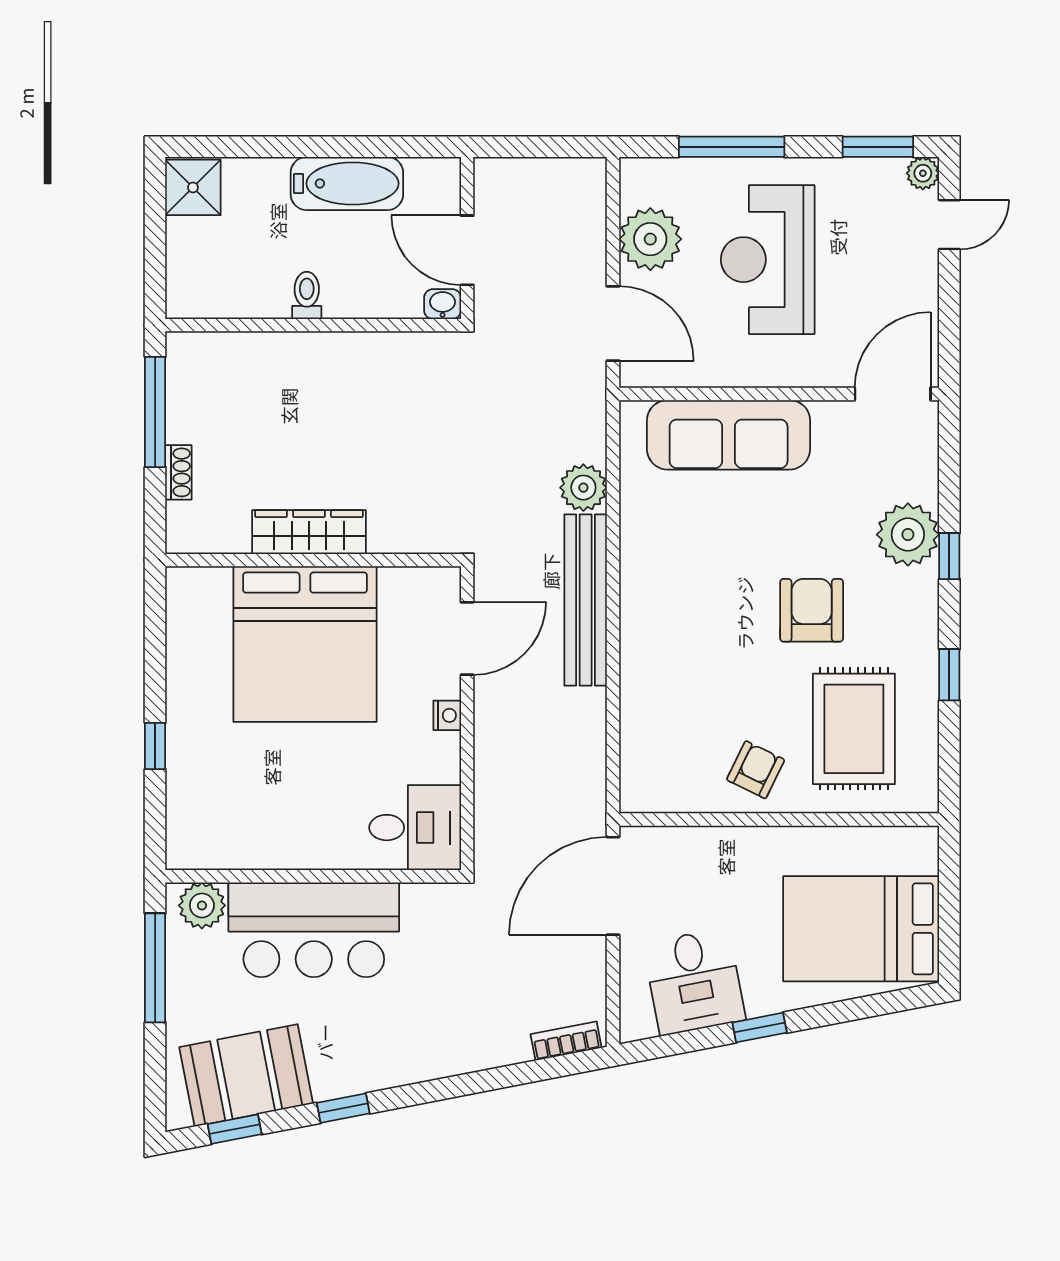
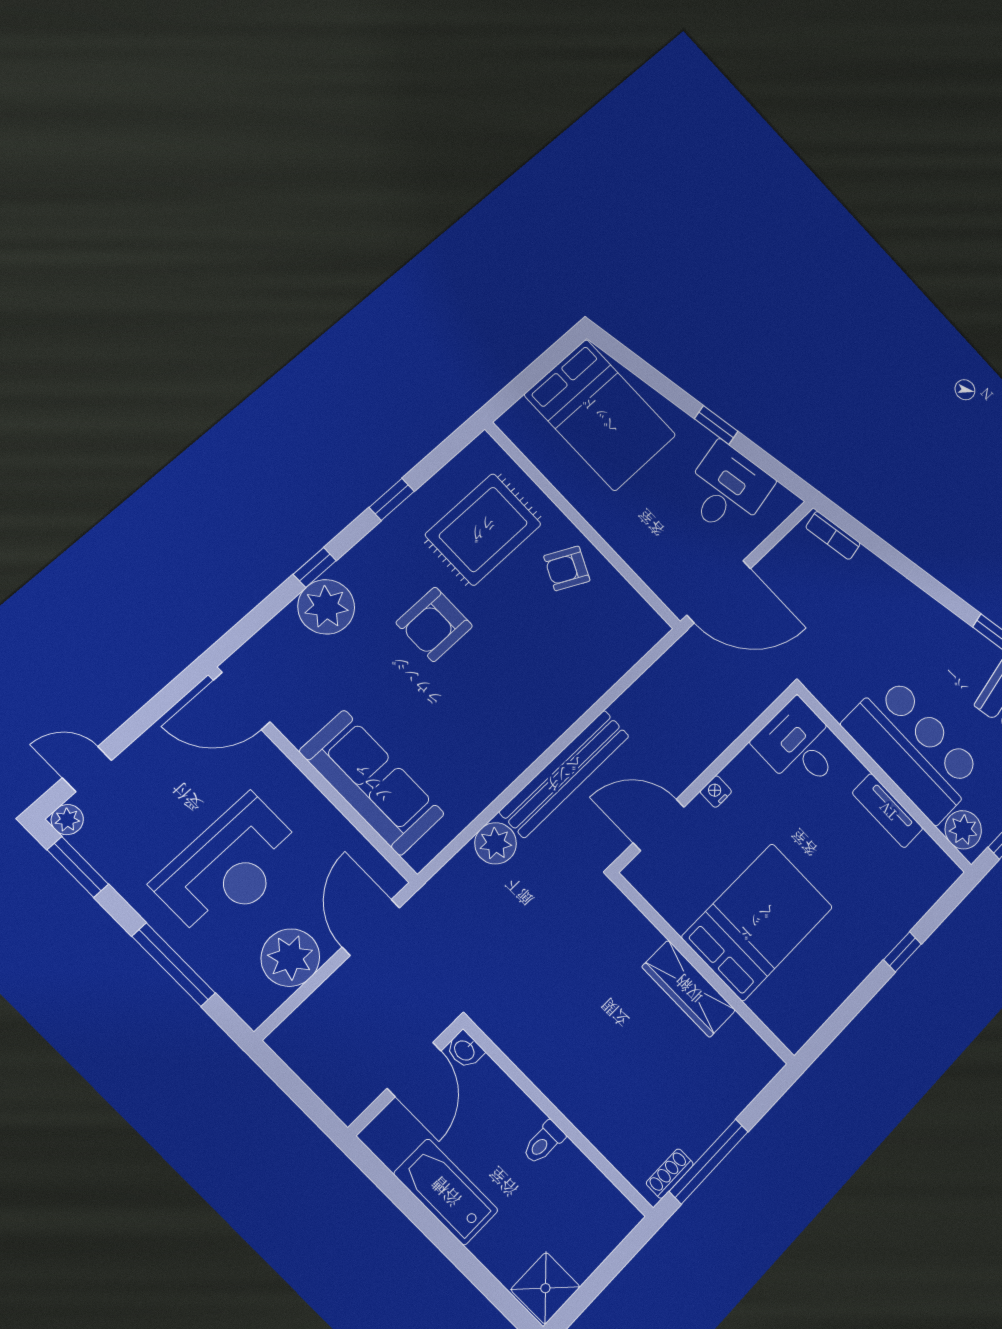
shoe rack: (178, 472) -> (670, 1174), moved
bed: (305, 644) -> (757, 922), width x0.73
tv unit: (285, 852) -> (888, 811), added

